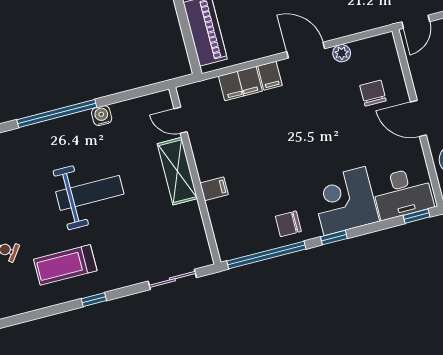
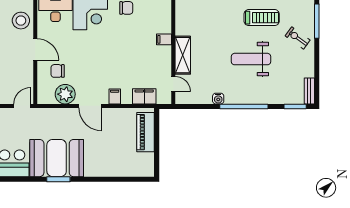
plant: (342, 53) -> (65, 94), width x1.87, depth x1.87
filing cabinet: (240, 84) -> (144, 96), moved
chair: (373, 93) -> (58, 71), turned 90
weight bench: (90, 193) -> (251, 59), moved

